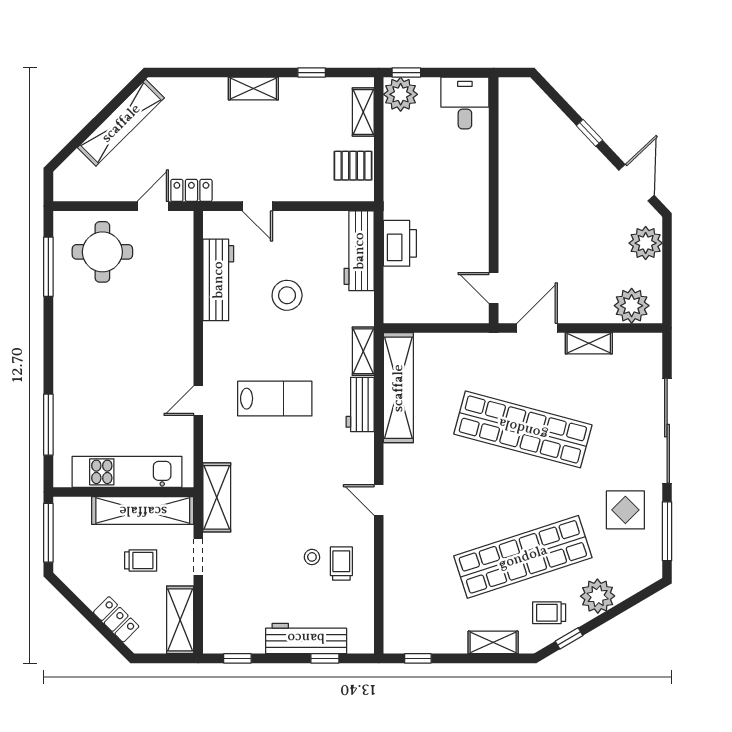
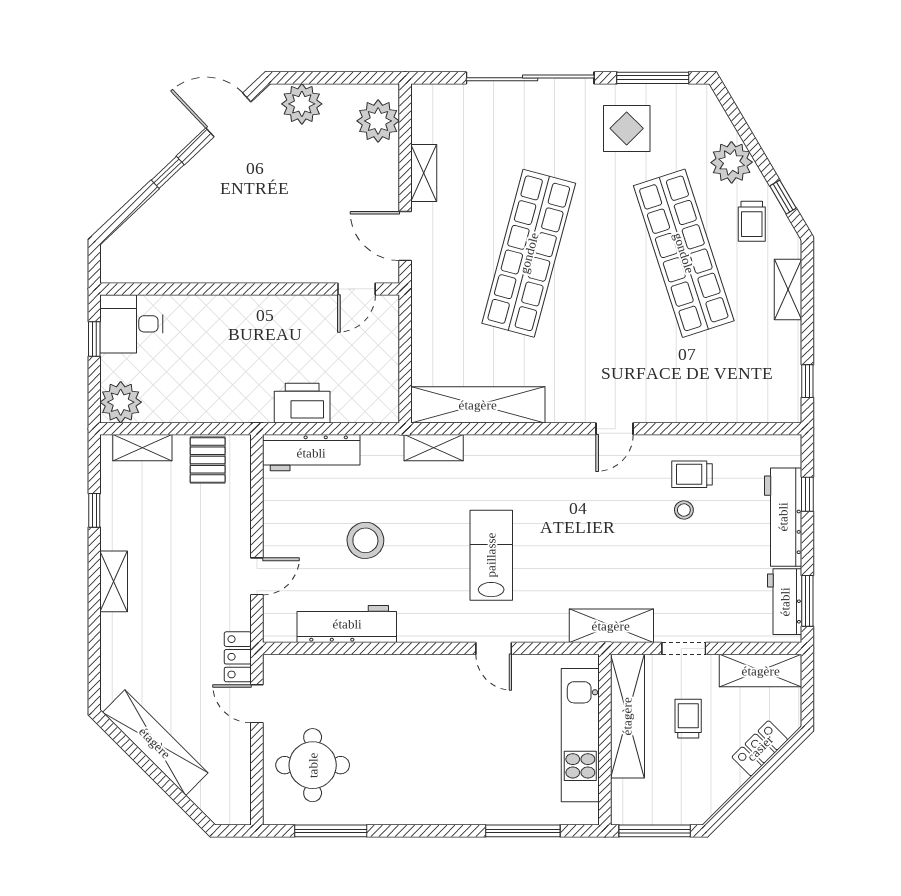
window: (406, 73) -> (94, 339), moved
workbench: (360, 404) -> (785, 602), moved, turned 90
window: (237, 658) -> (807, 601), width x1.50

